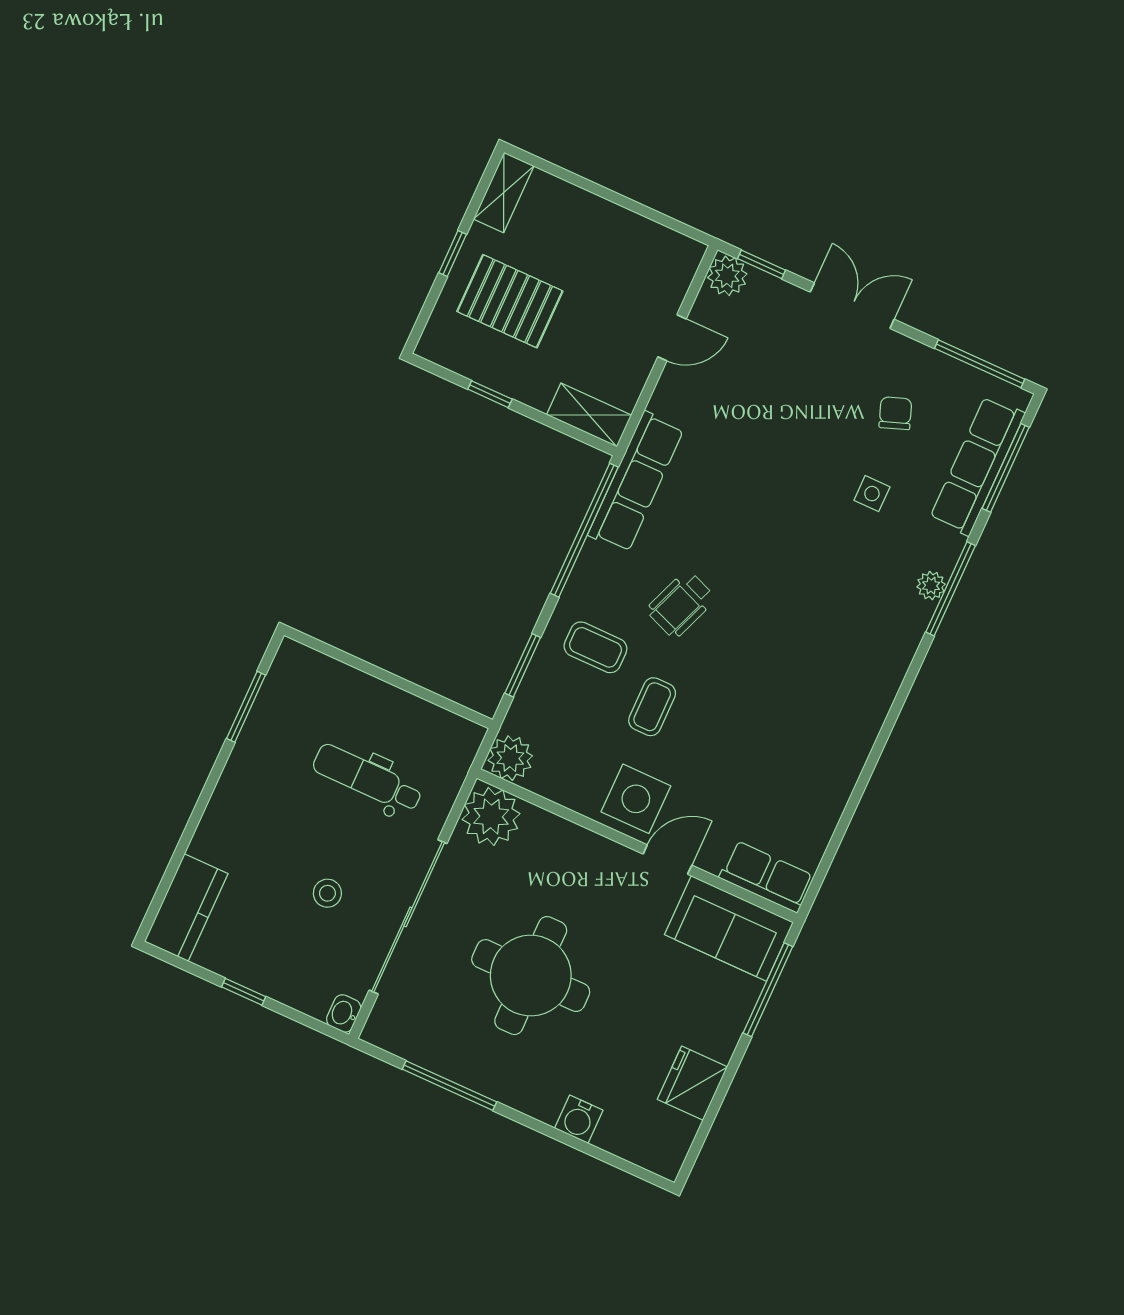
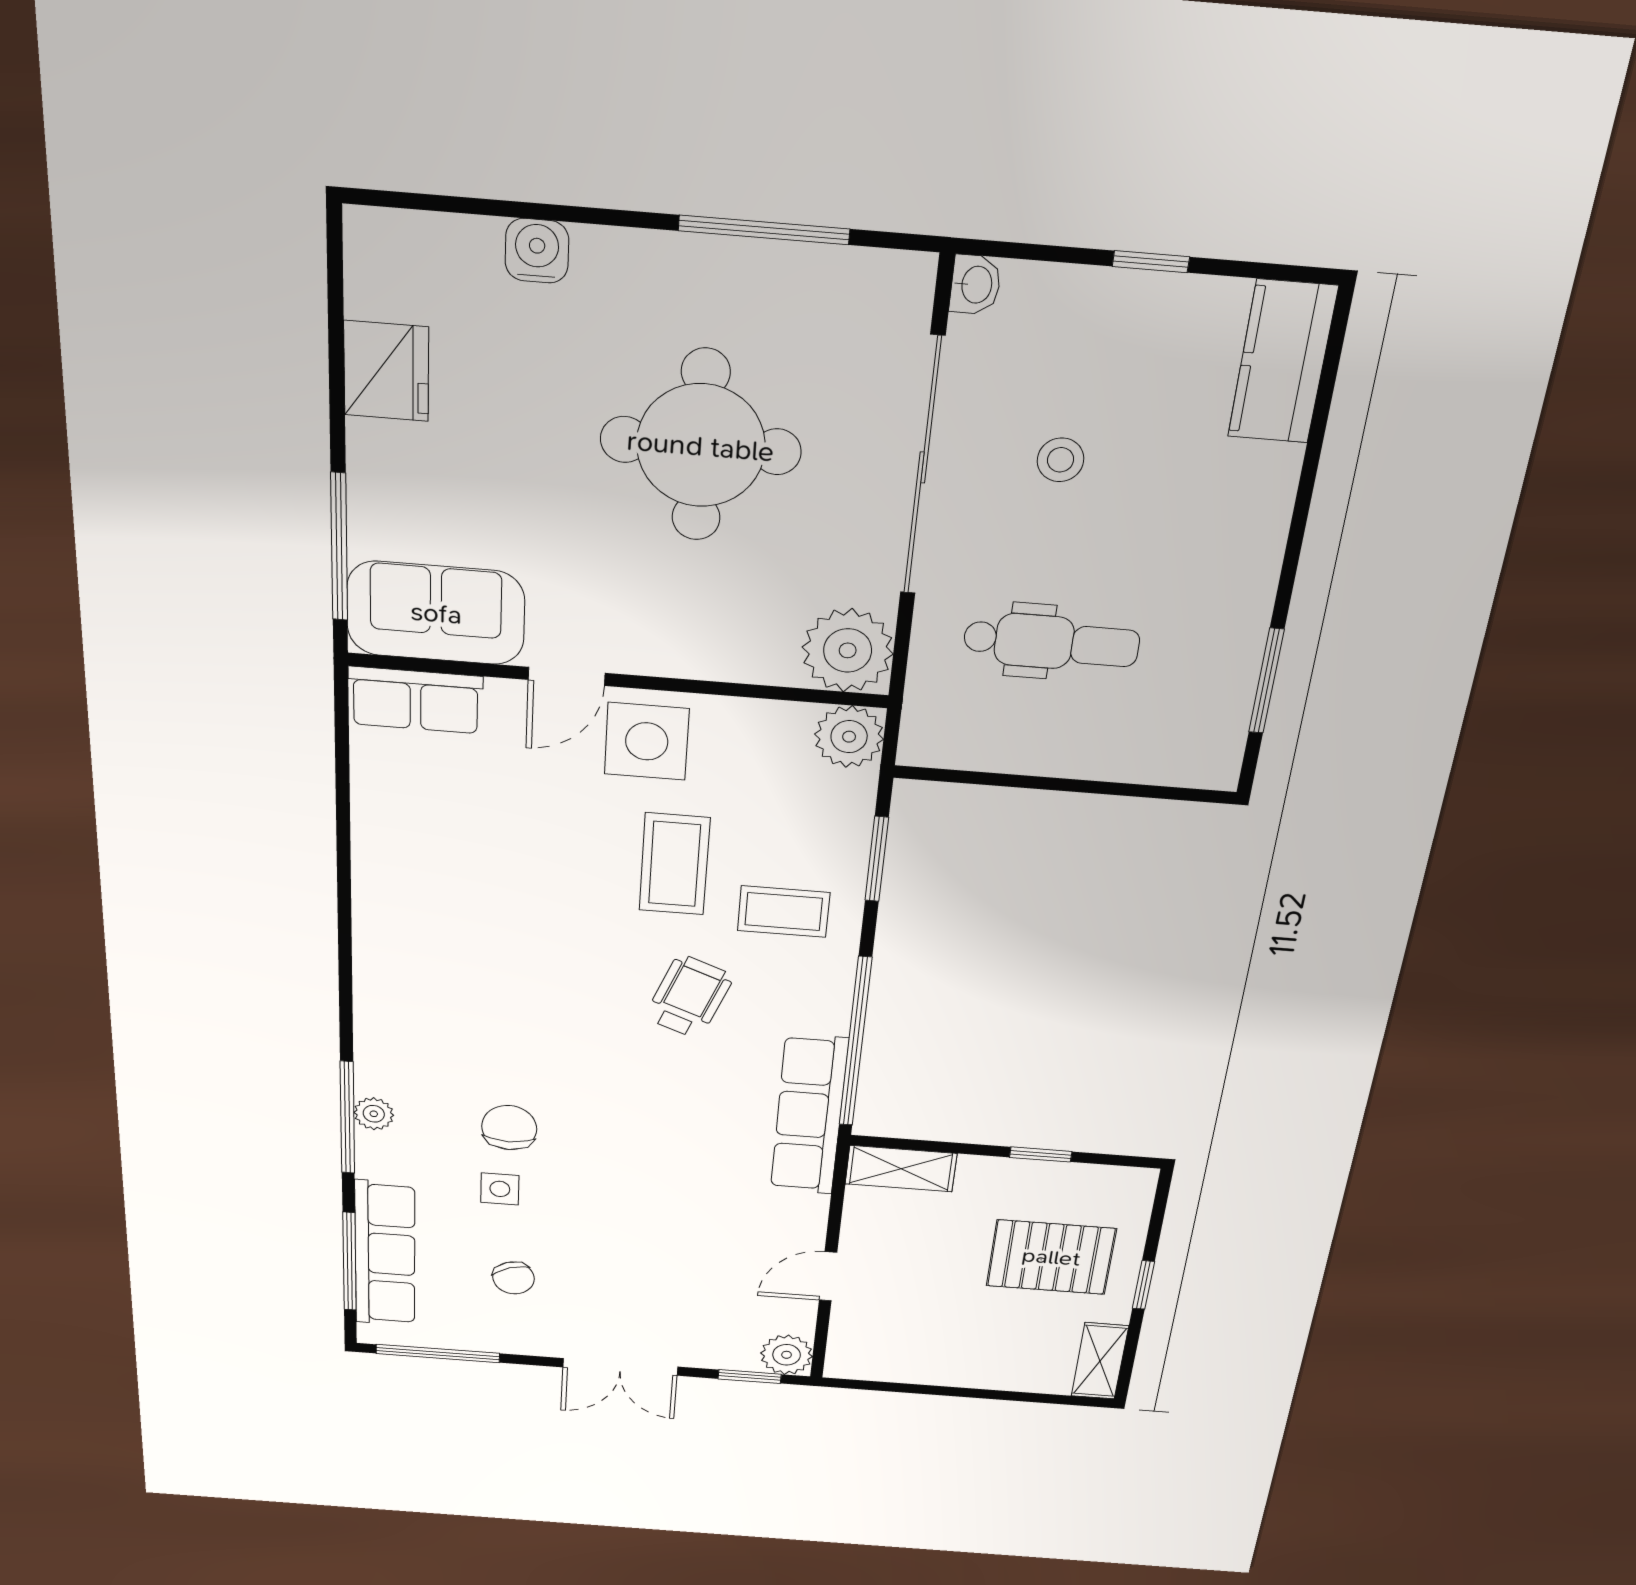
chair: (844, 542) -> (509, 1128), added
coffee table: (652, 707) -> (674, 864), width x1.36, depth x1.30

